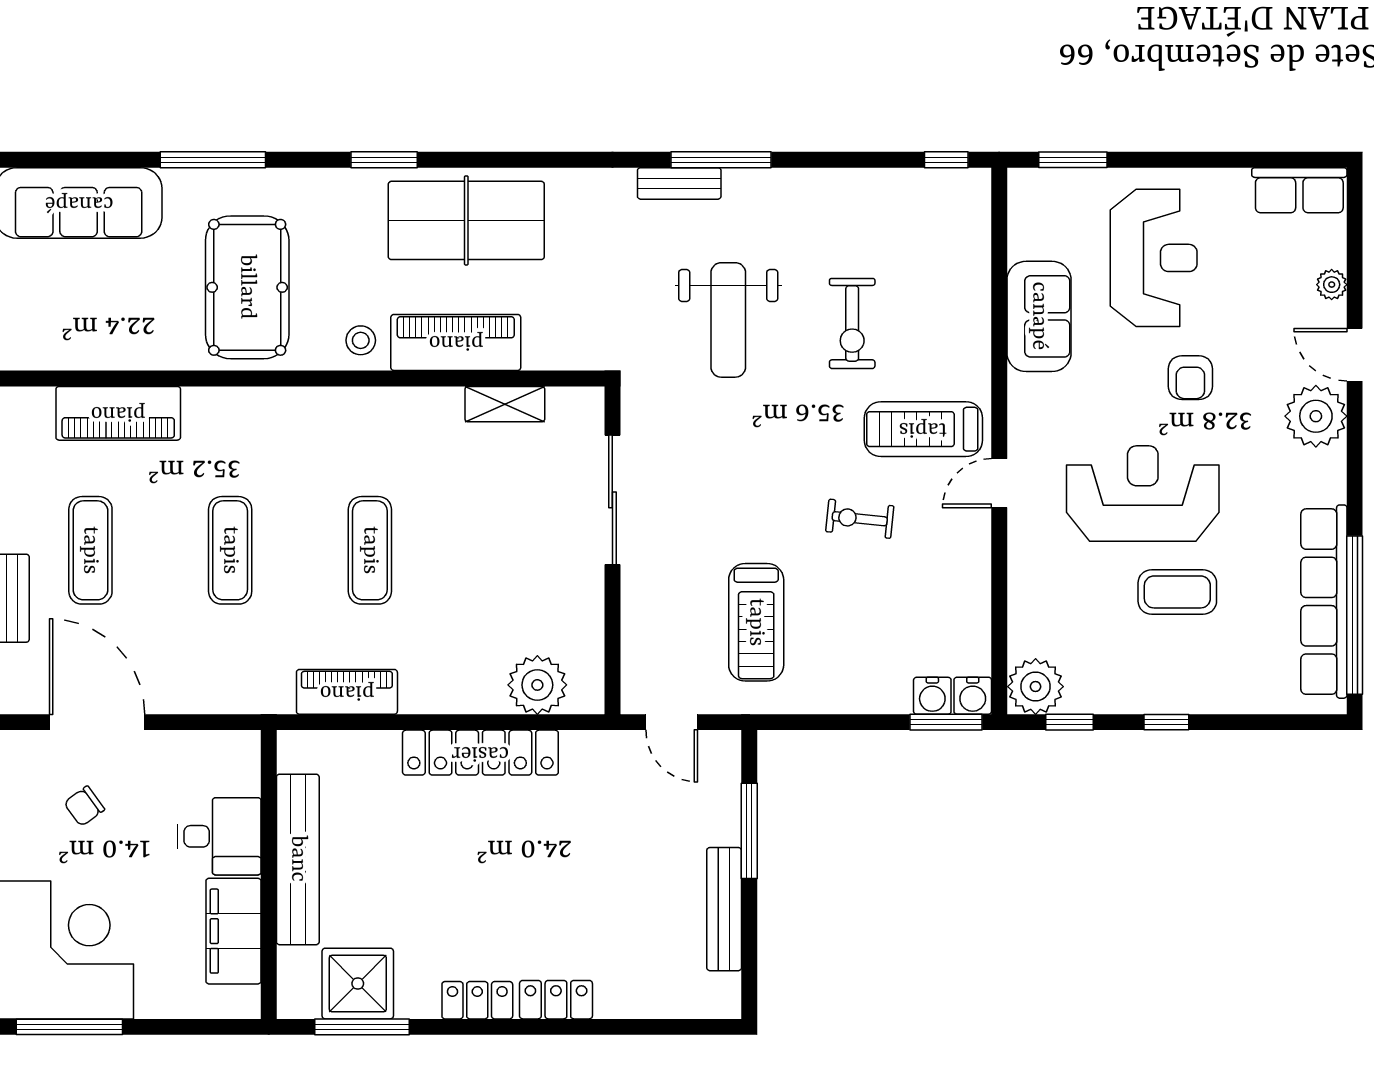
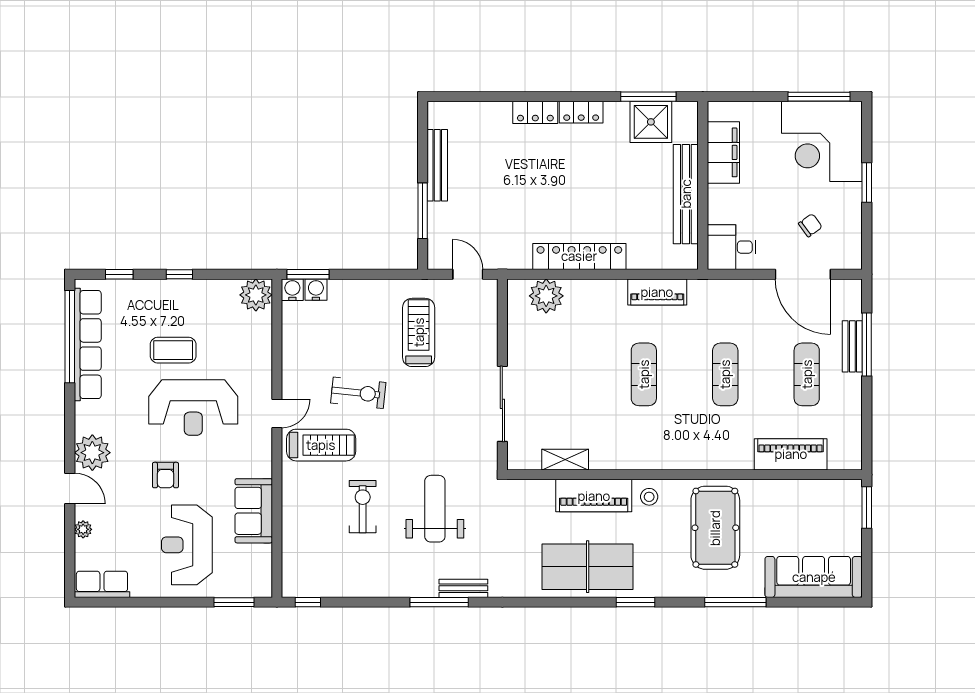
armchair: (1190, 378) -> (165, 475), turned 180
exercise bike: (860, 519) -> (358, 393), width x1.38, depth x1.39
window: (1070, 722) -> (119, 274), moved
desk: (219, 836) -> (732, 247), moved

